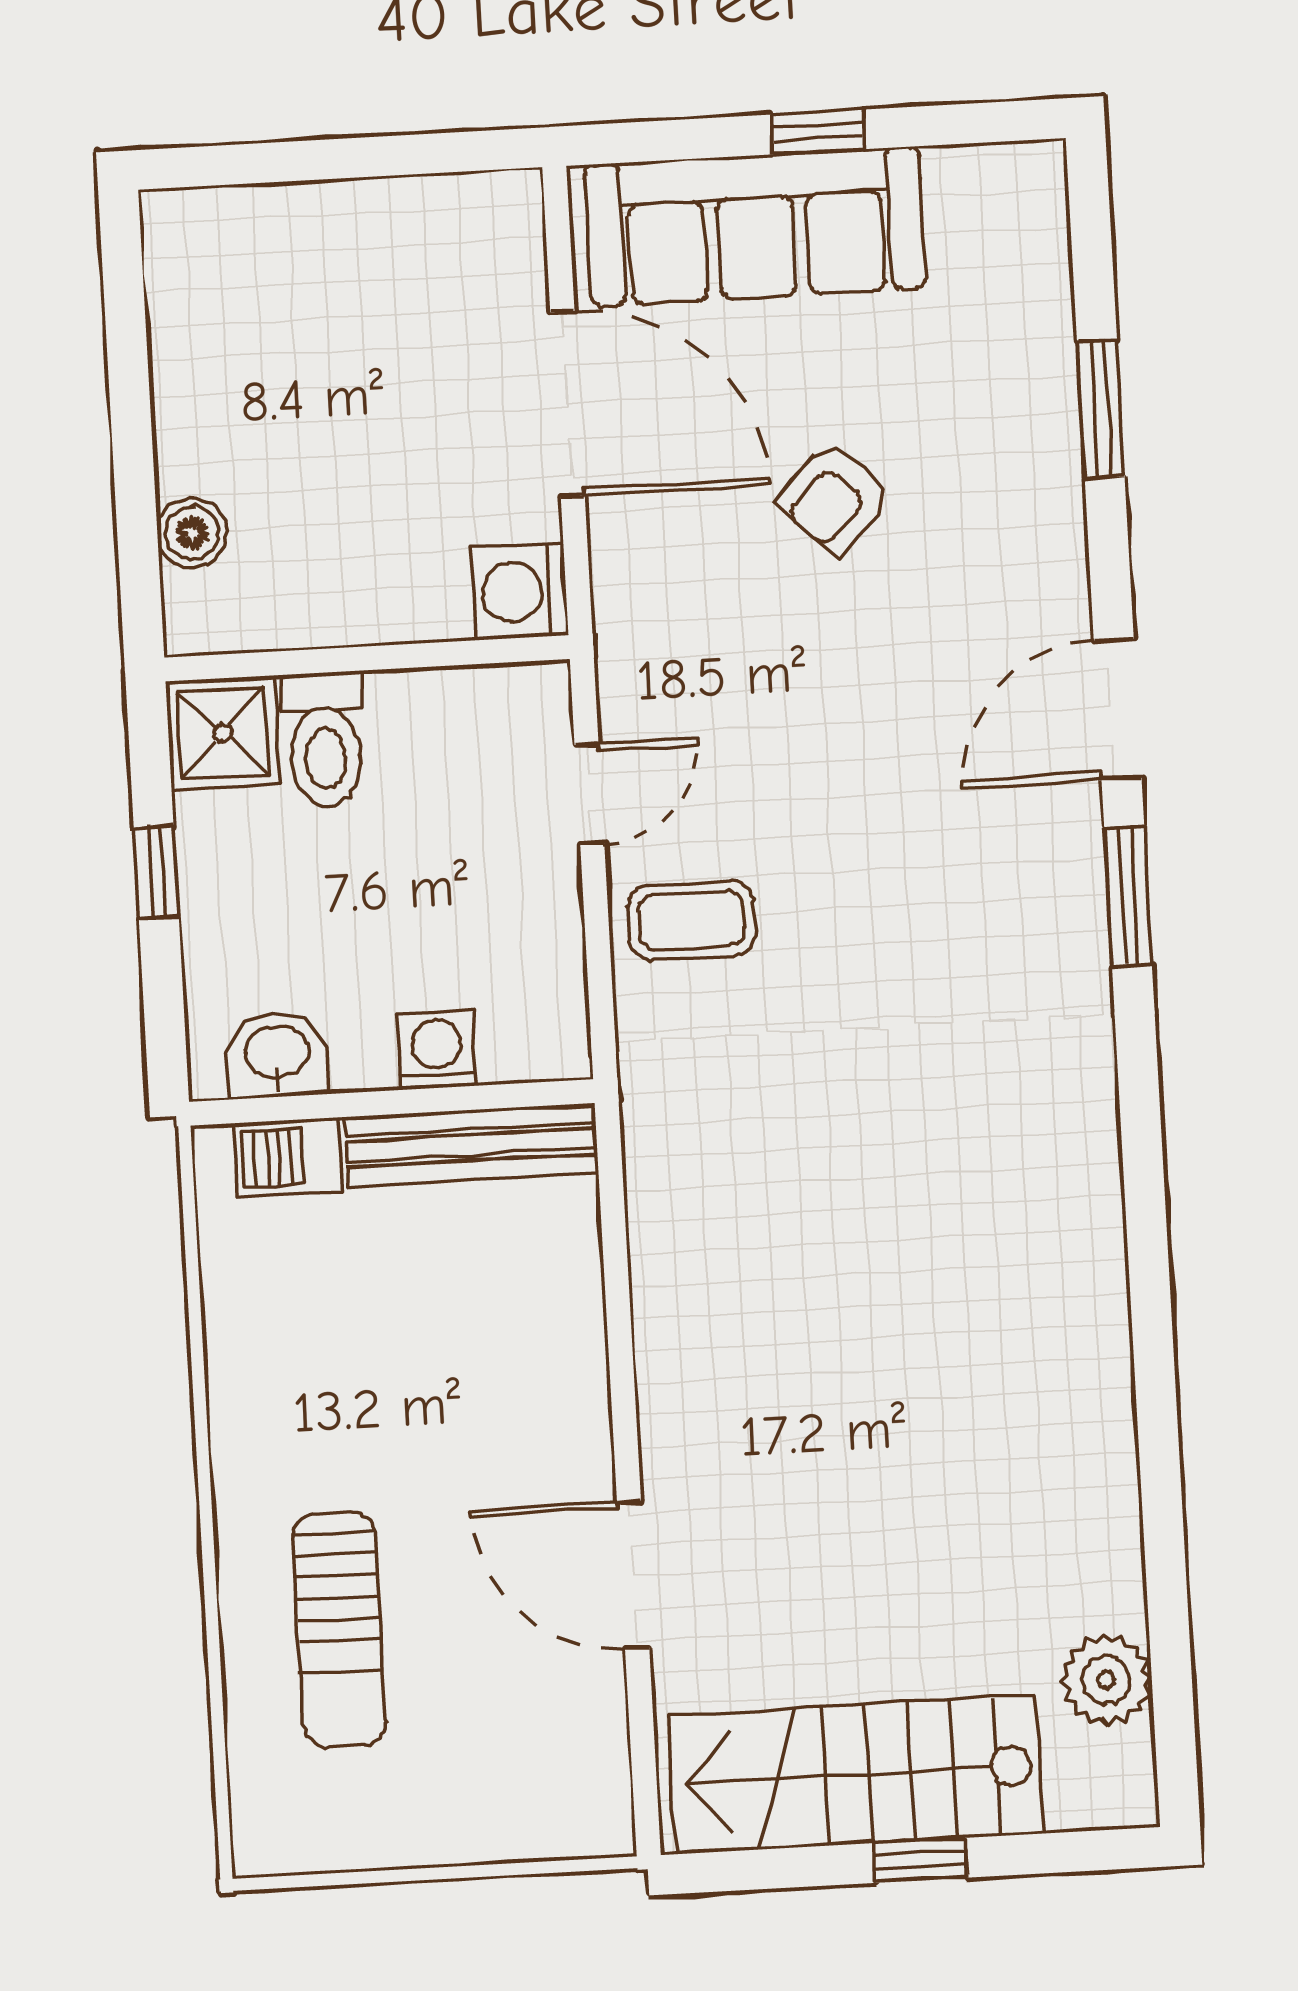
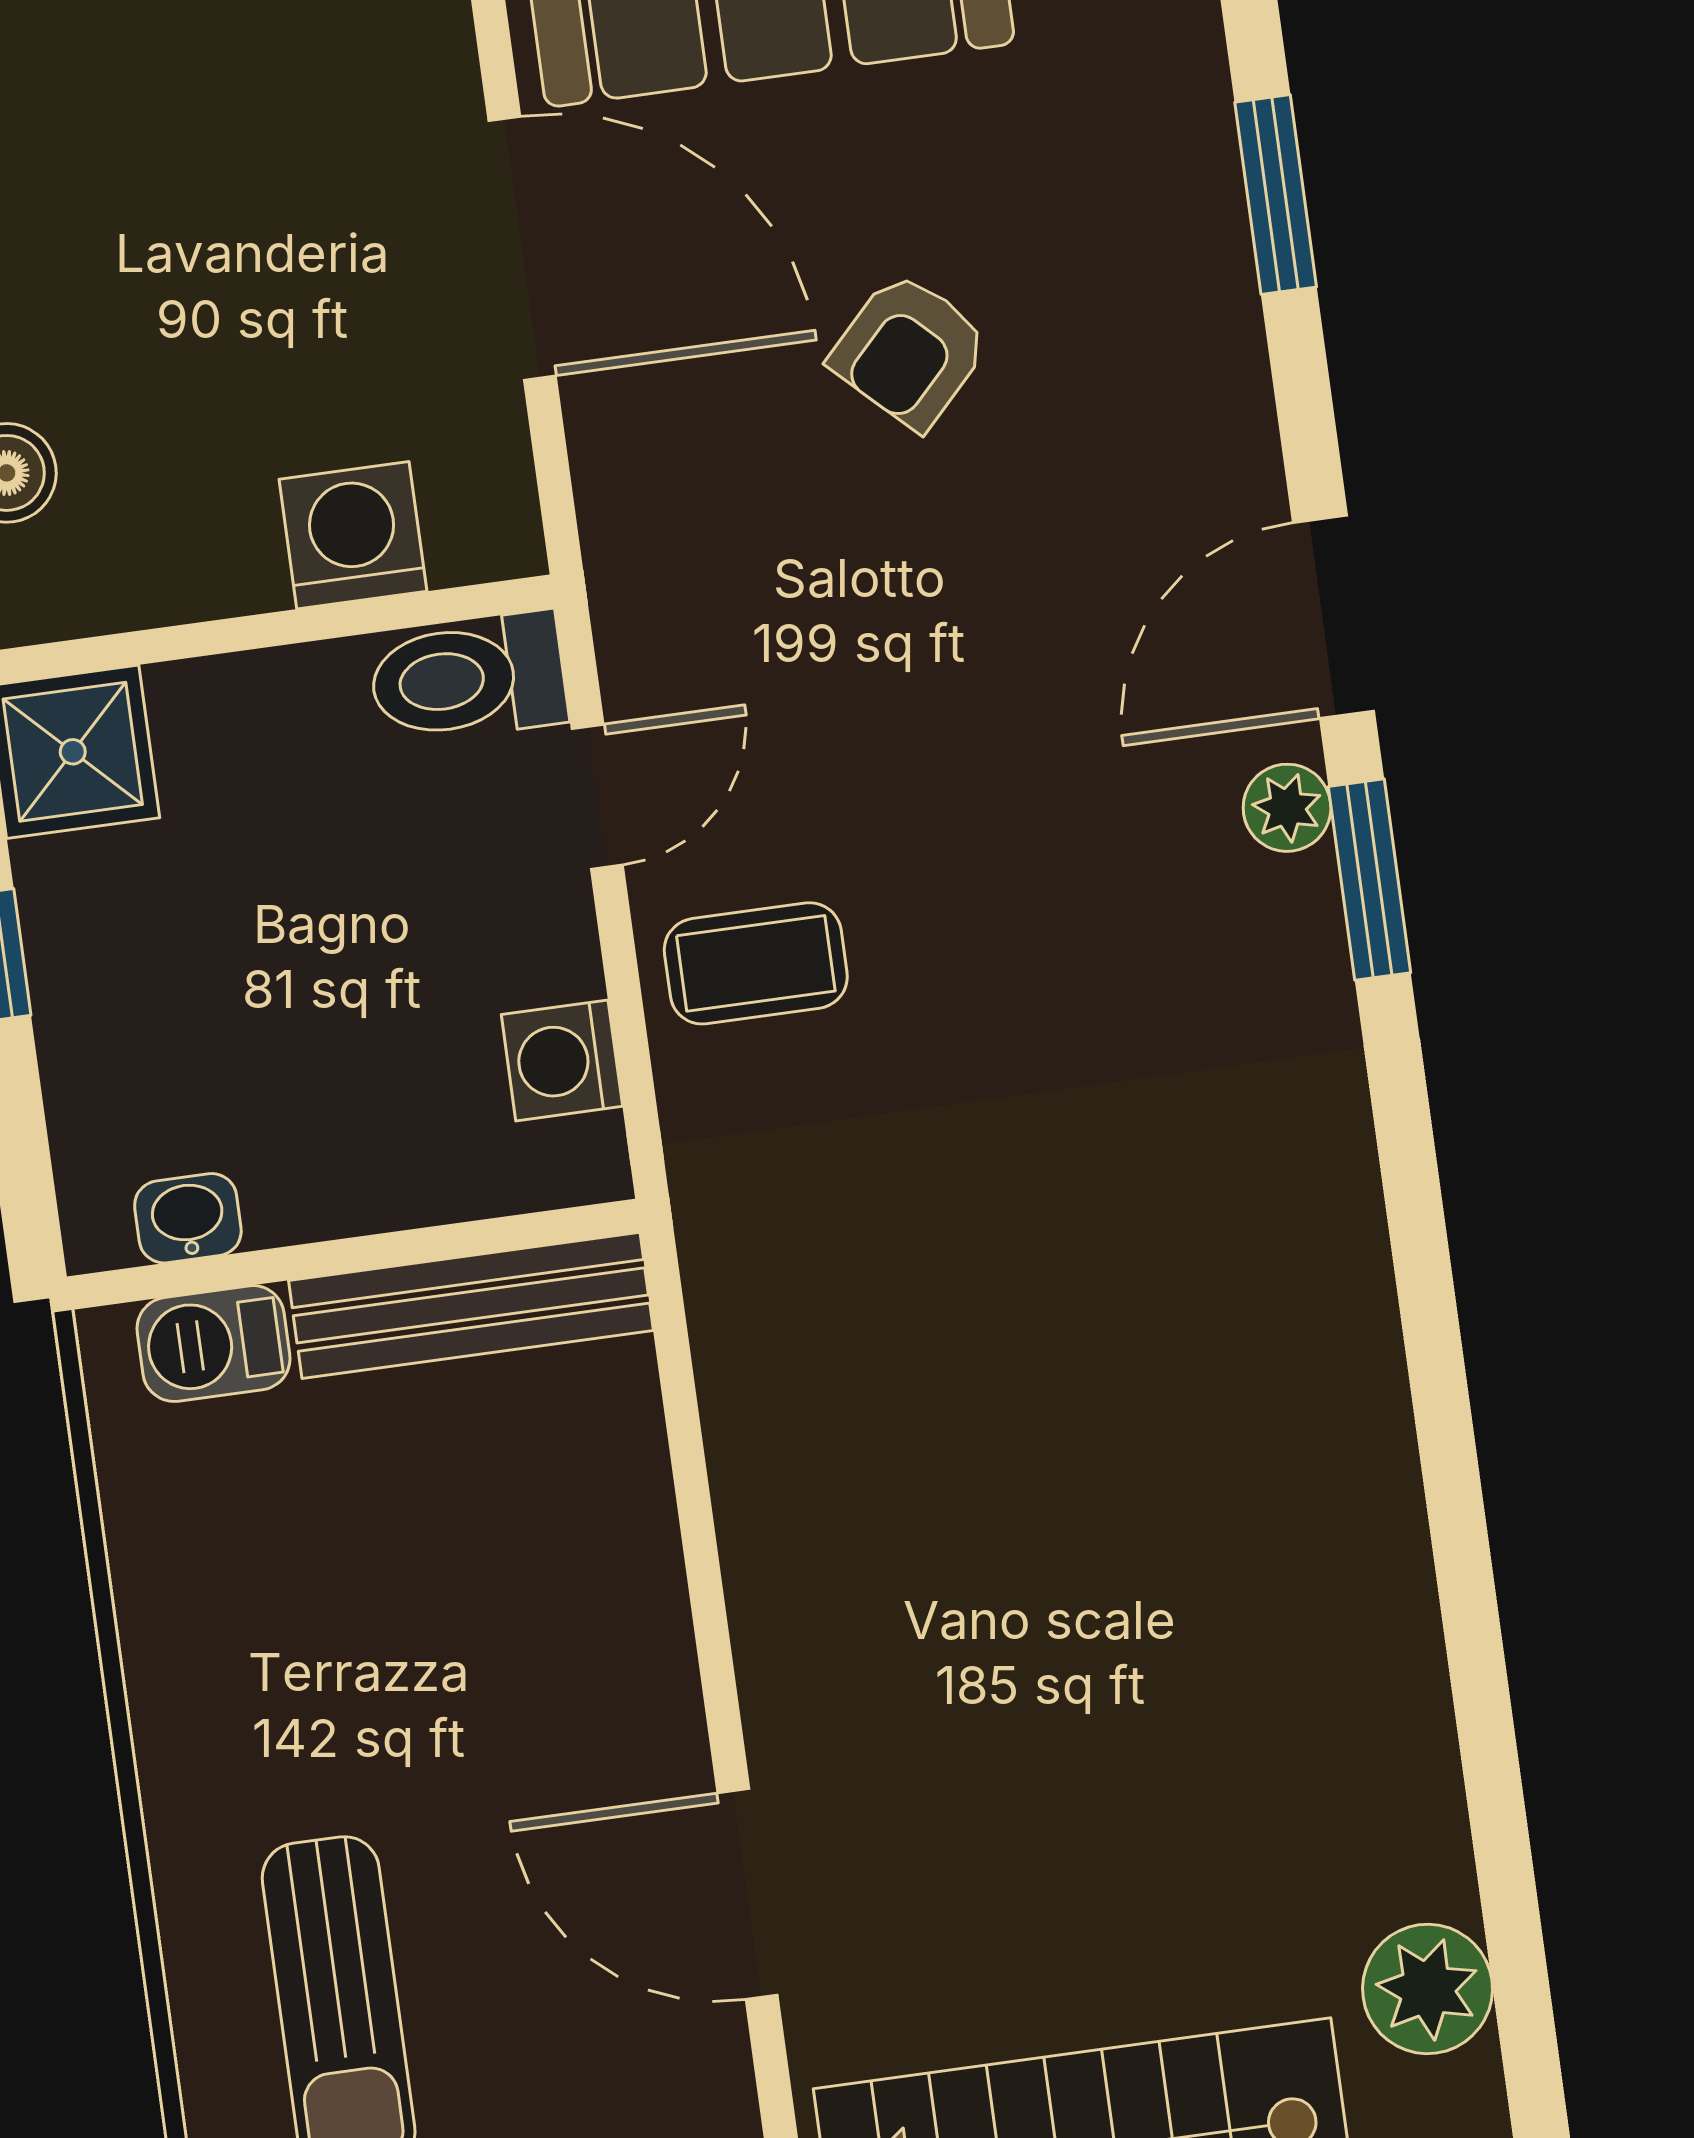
washing machine: (520, 591) -> (353, 535), moved, turned 90
toilet: (325, 740) -> (468, 678), moved, turned 90
plant: (1074, 841) -> (1287, 808), added
washing machine: (437, 1050) -> (562, 1060), moved, turned -90
washbasin: (277, 1055) -> (188, 1218), width x0.72, depth x0.69

